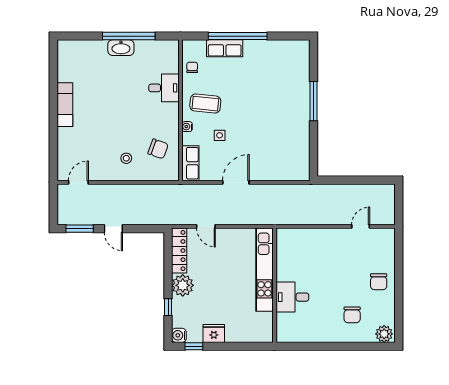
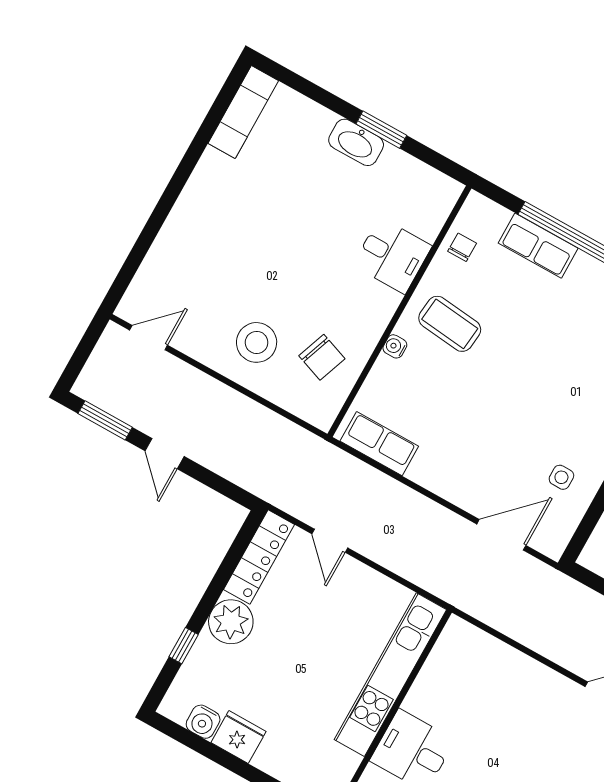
window: (129, 36) -> (381, 130), width x0.47
exam couch: (65, 105) -> (243, 112), moved
side table: (220, 135) -> (561, 477), moved
stool: (126, 158) -> (257, 342), width x1.89, depth x1.89
row of seats: (190, 163) -> (379, 444), moved, turned -90
door: (236, 182) -> (501, 535), moved
water cooler: (179, 335) -> (203, 722), moved, turned -90
window: (194, 346) -> (191, 740), removed

